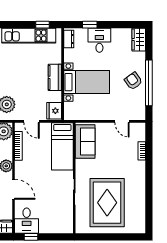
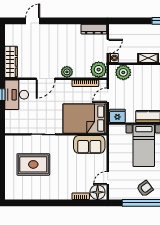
floor lamp: (137, 132) -> (98, 192), added
bed: (62, 146) -> (85, 119), width x1.50
rug: (107, 203) -> (33, 164), width x0.73, depth x0.69
desk: (27, 221) -> (17, 95), width x1.37

